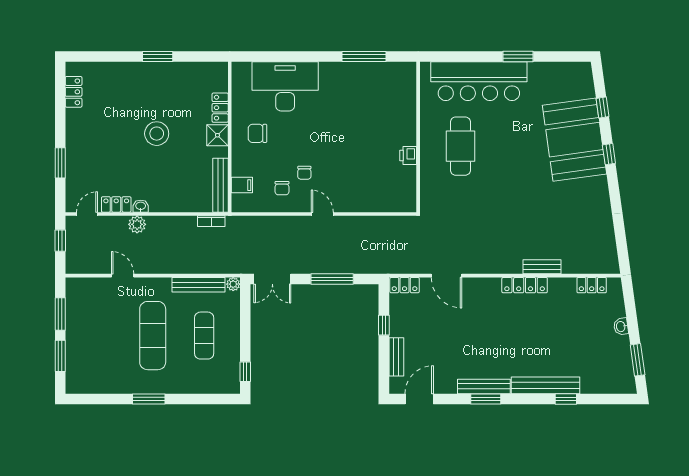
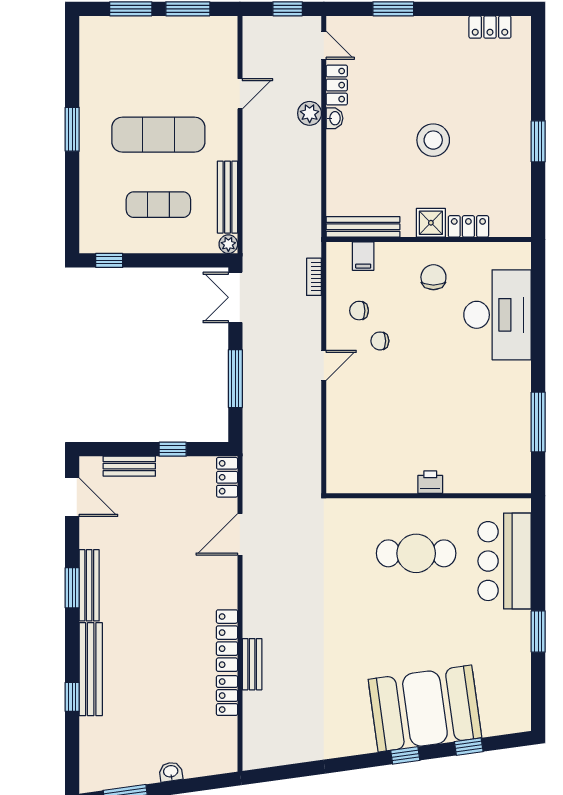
bar counter: (479, 81) -> (505, 561), width x0.73
printer: (408, 156) -> (430, 482), moved
bookcase: (211, 221) -> (314, 277), moved
locker: (592, 285) -> (227, 696), moved

